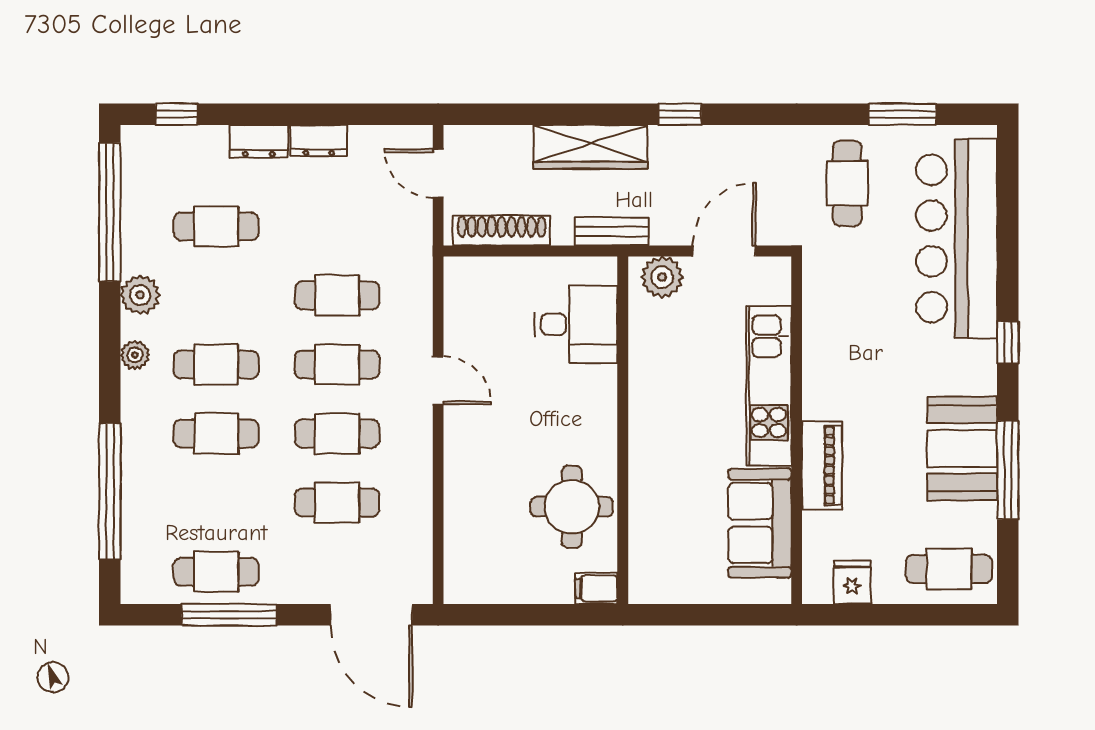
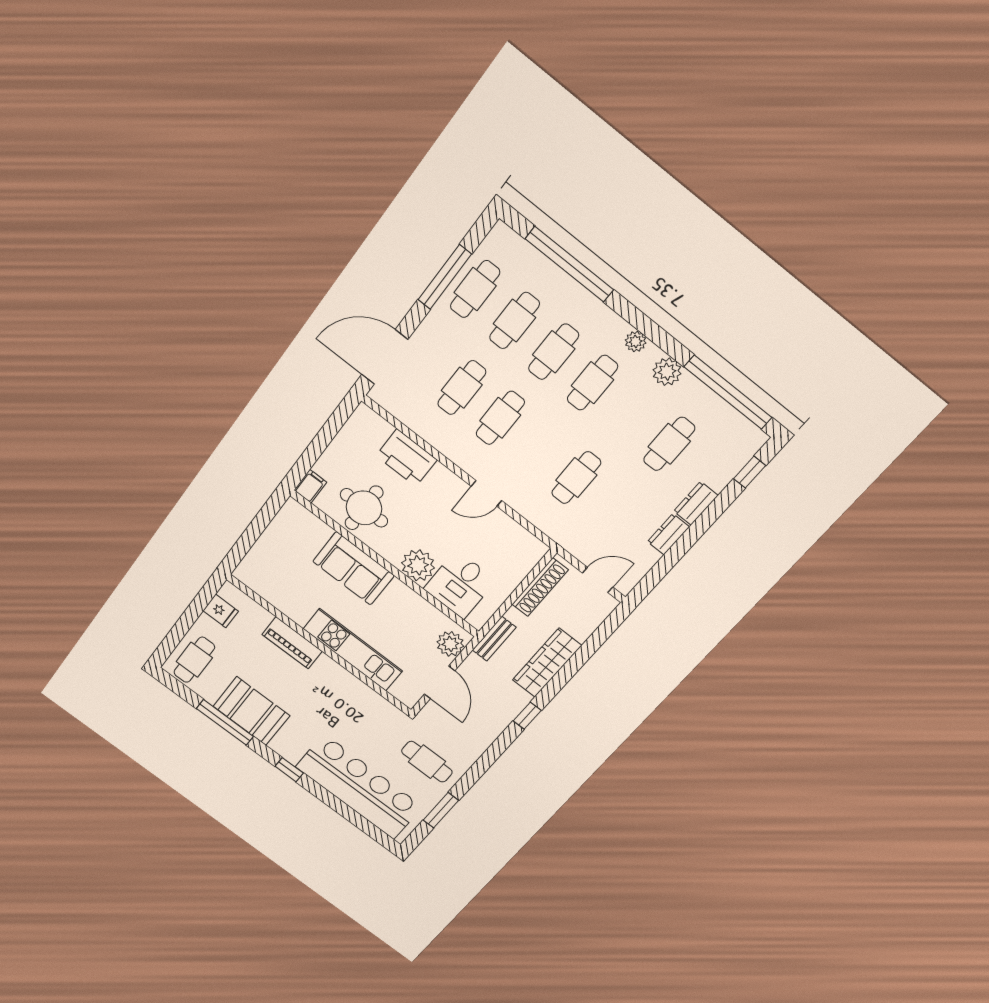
cafe table: (337, 365) -> (514, 321), moved
plant: (592, 391) -> (418, 565), added
printer: (470, 503) -> (406, 458), added
sofa: (760, 523) -> (353, 568), moved, turned 180

